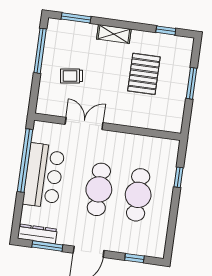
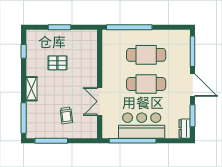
window: (76, 18) -> (24, 118), width x1.44
pallet: (144, 74) -> (57, 63), width x0.67, depth x0.71
window: (178, 177) -> (129, 27), width x3.17
dresser: (37, 234) -> (185, 129), width x0.70
window: (134, 258) -> (193, 51), width x2.17

